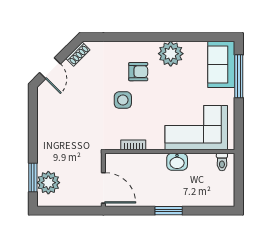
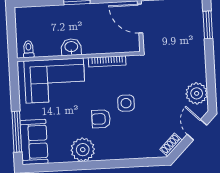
armchair: (138, 72) -> (101, 119), moved
bookcase: (133, 145) -> (107, 61), width x1.56
plant: (48, 183) -> (197, 93), moved

